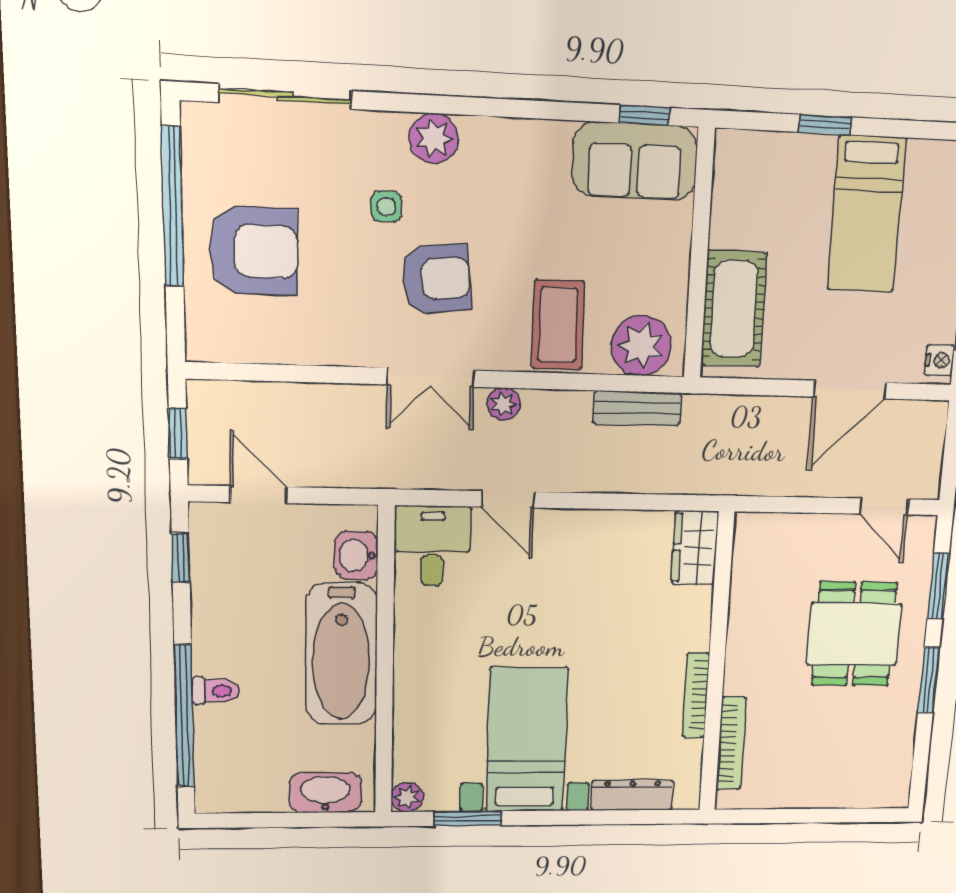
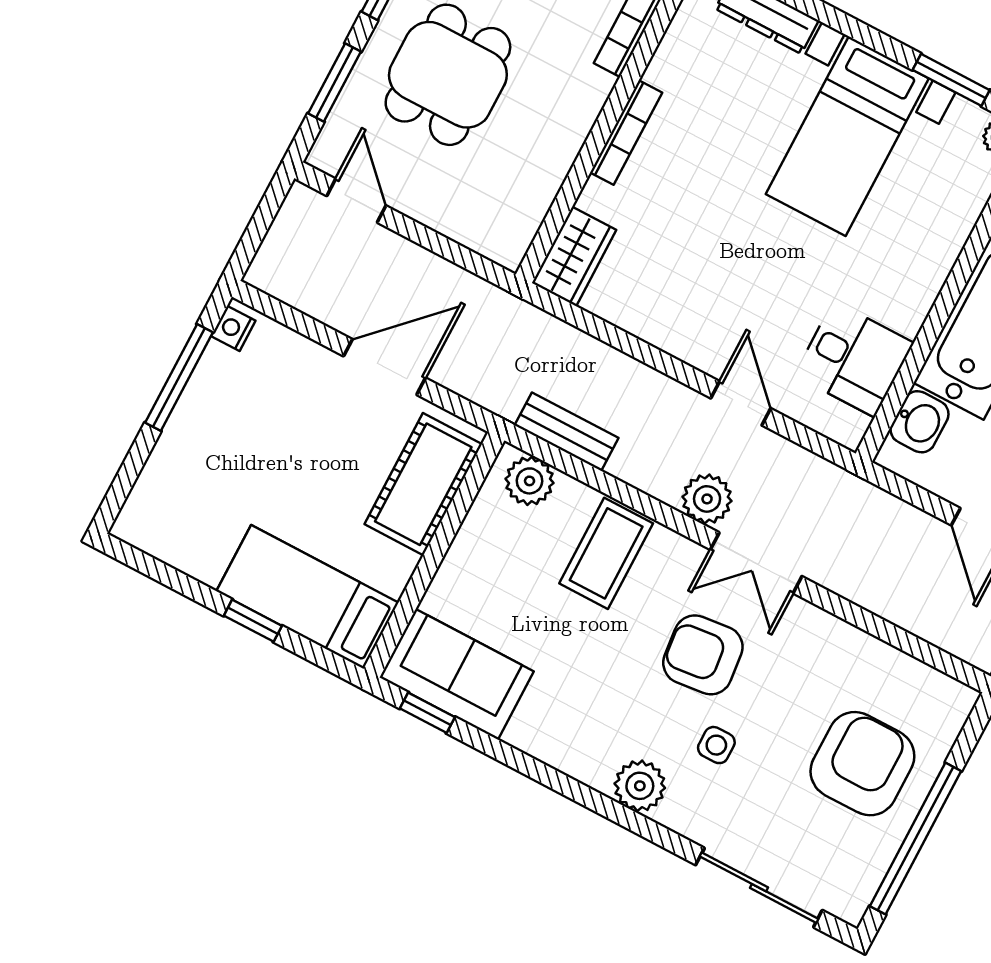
bed: (866, 214) -> (307, 597), moved, turned -90
armchair: (254, 251) -> (862, 764), turned 90
plant: (641, 346) -> (529, 481), width x0.73, depth x0.73
double door: (431, 377) -> (756, 563), swing flipped
door: (850, 390) -> (385, 367), moved
plant: (503, 404) -> (707, 499), width x1.38, depth x1.38
desk: (432, 546) -> (854, 359), moved, turned -90
bookcase: (696, 695) -> (626, 133), moved

